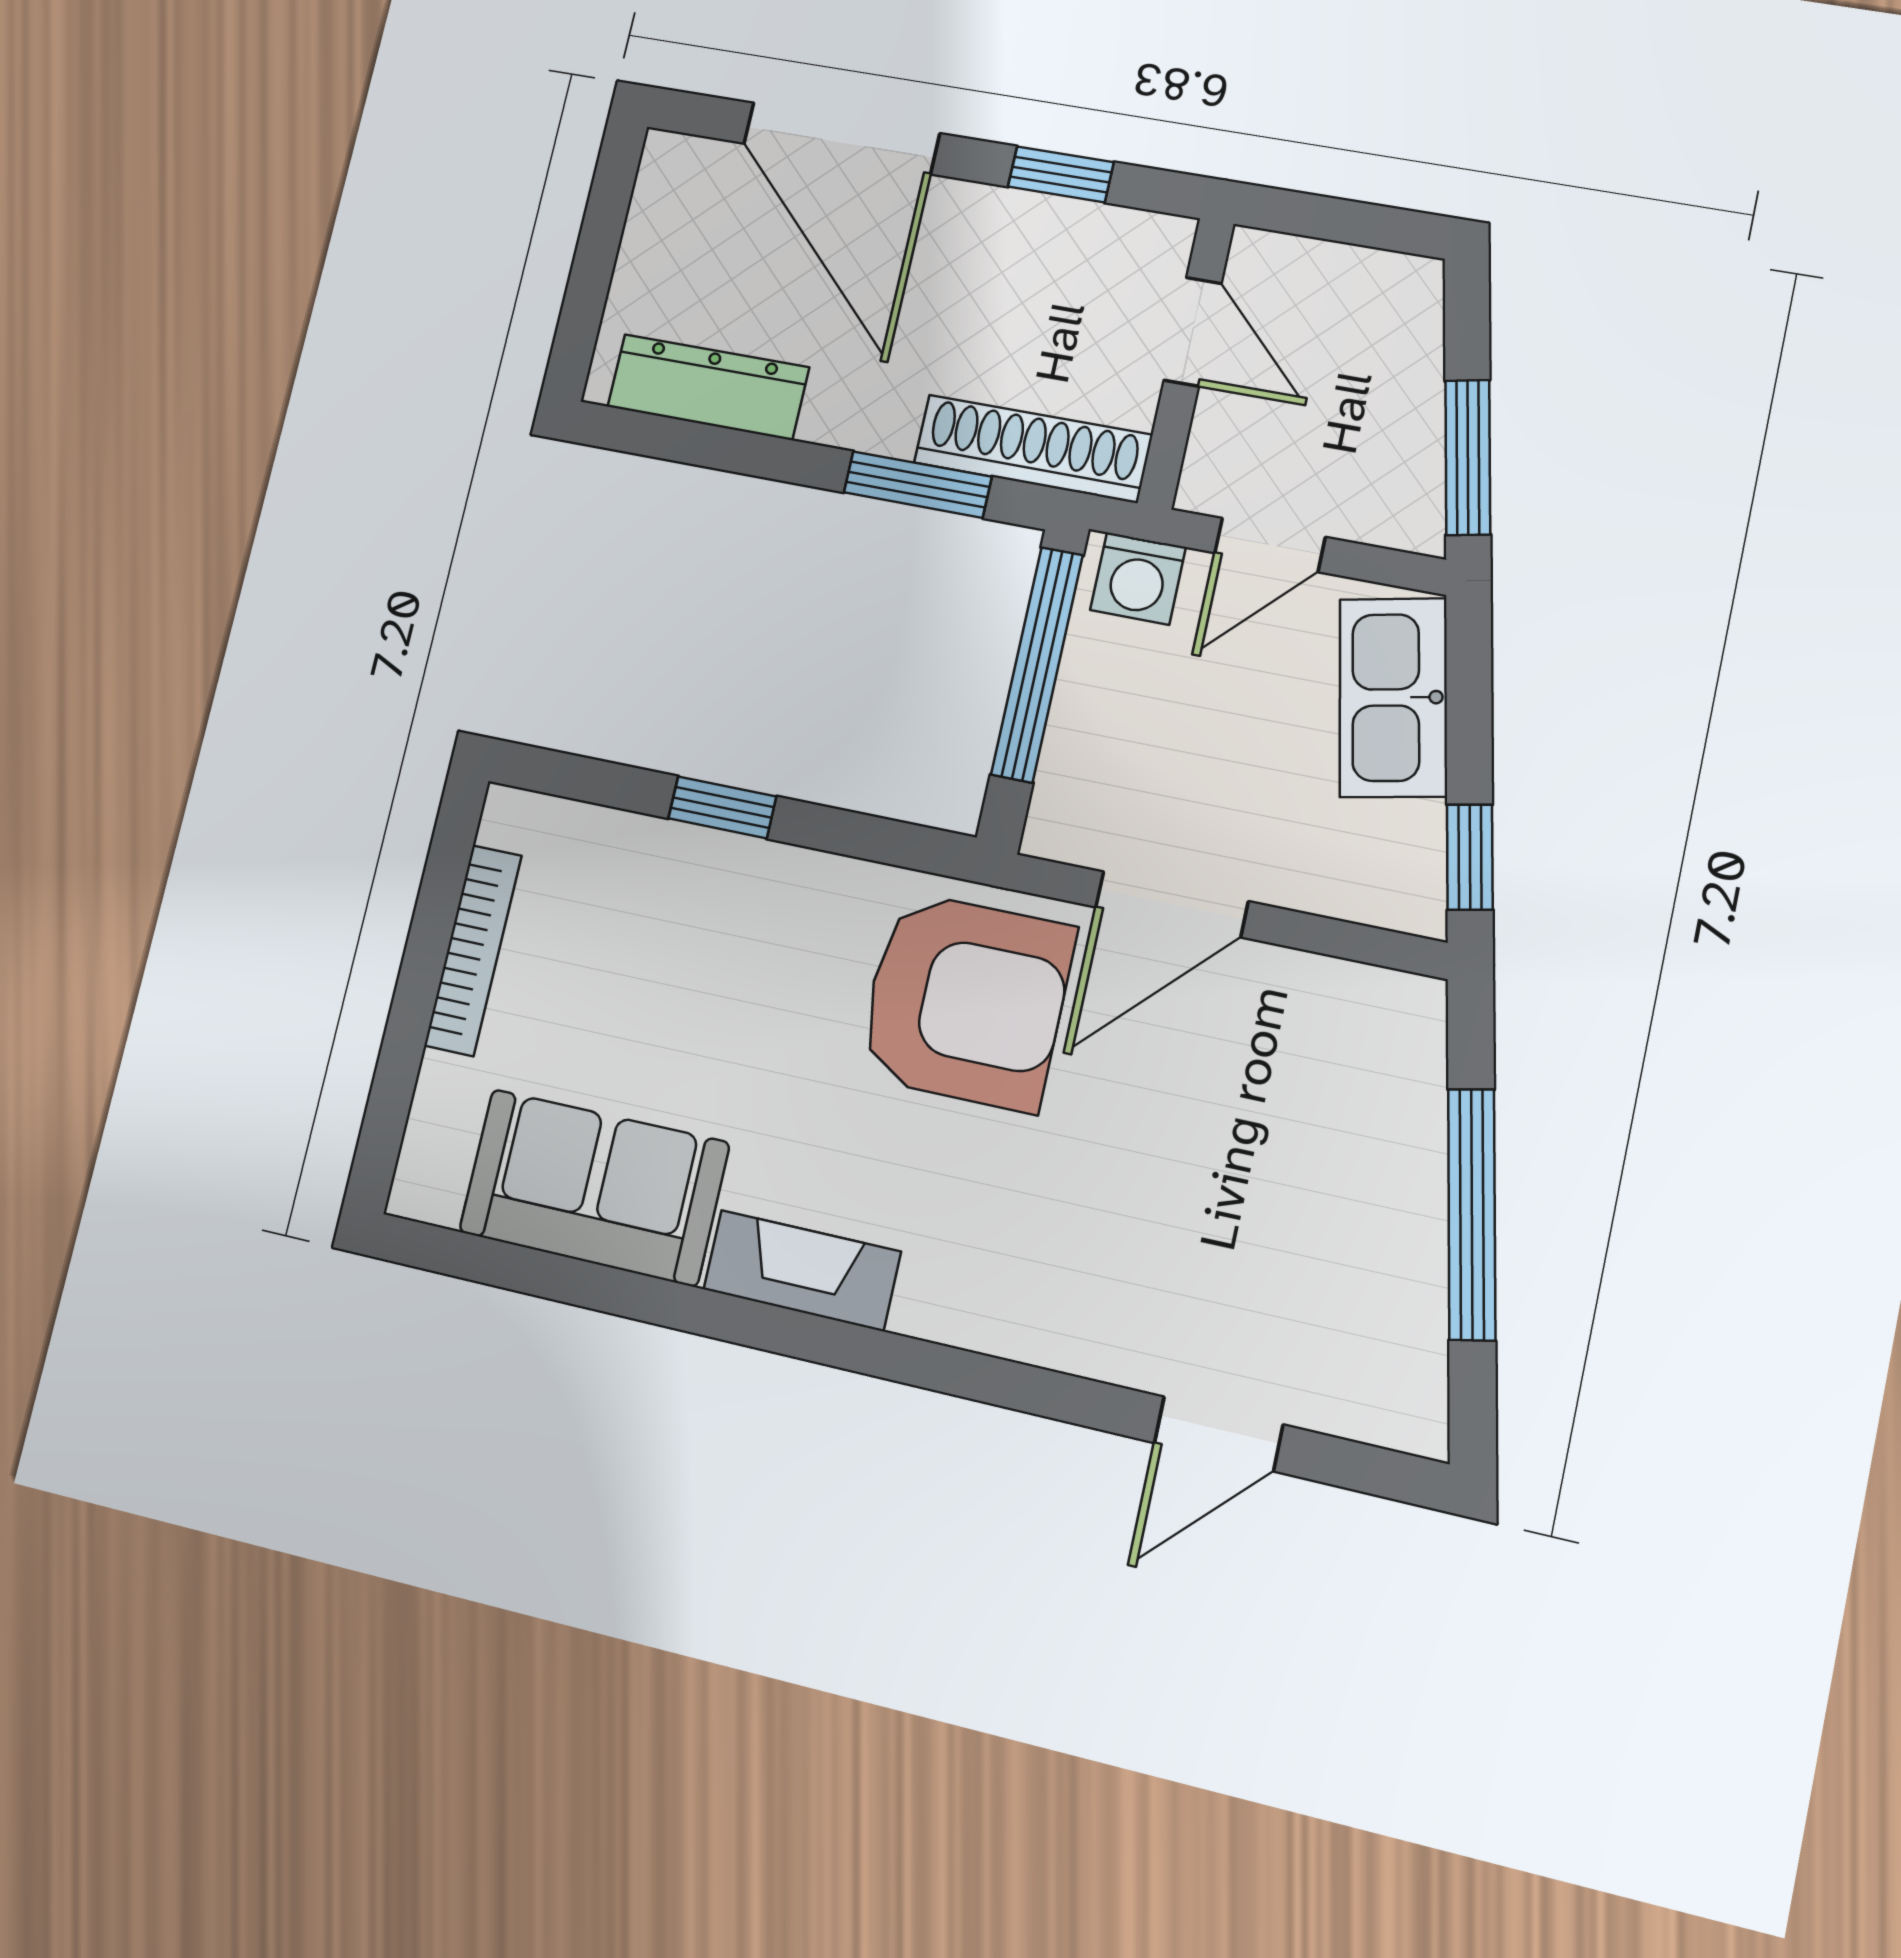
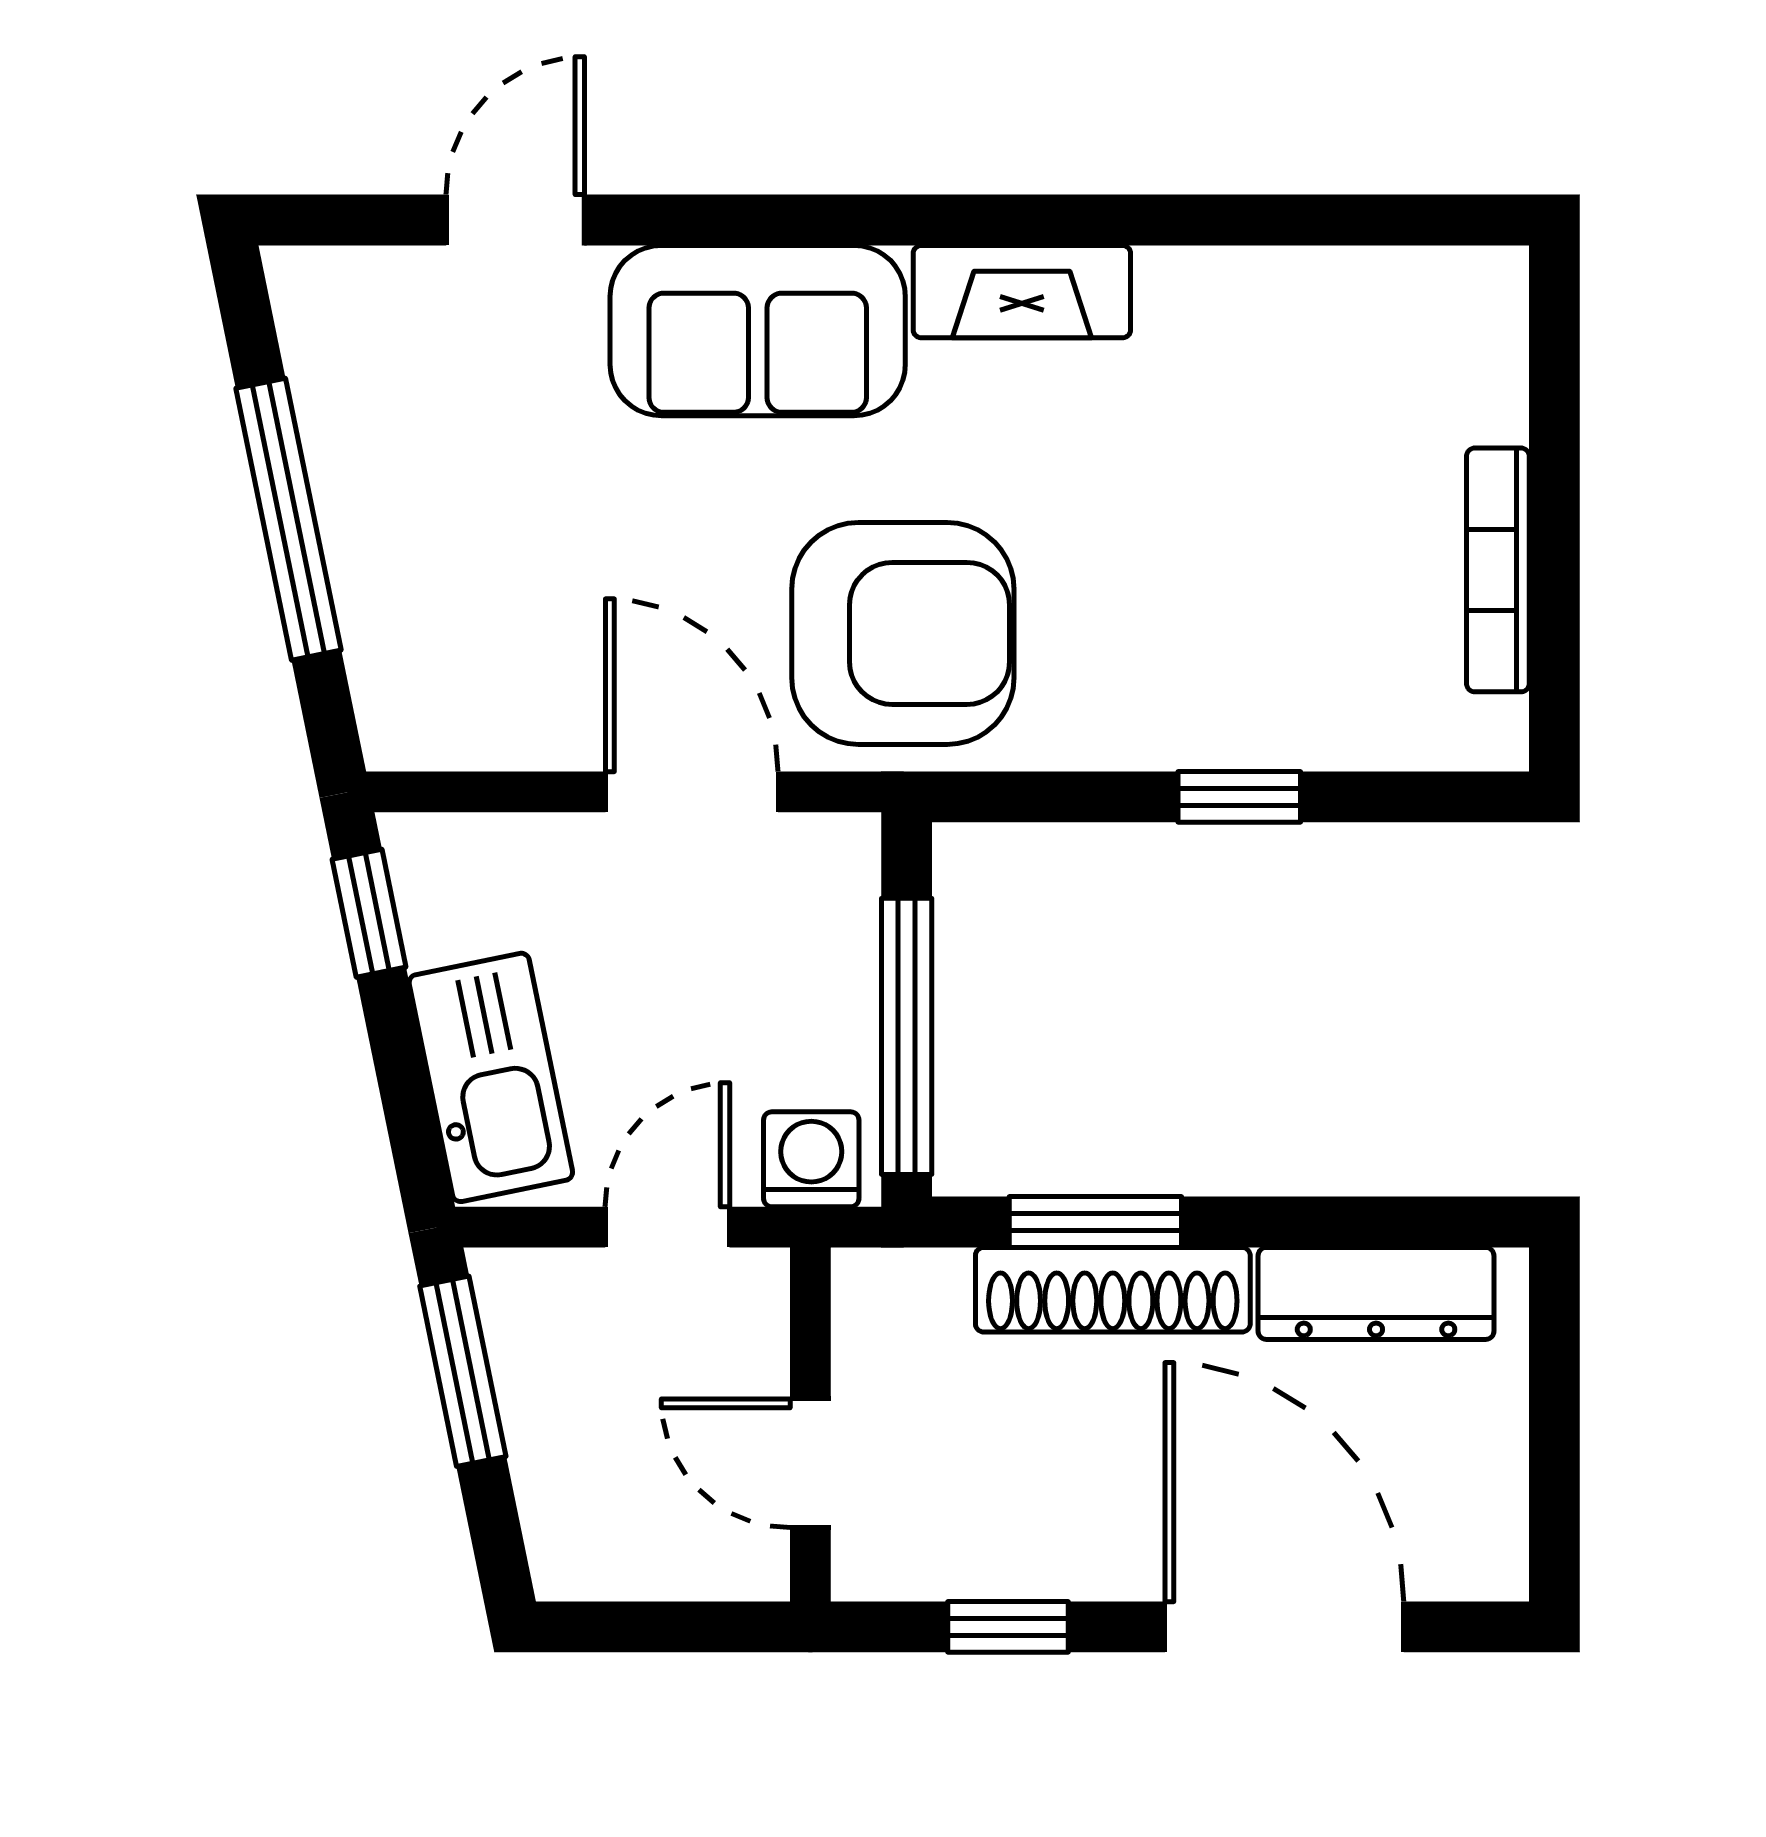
shoe rack: (1033, 449) -> (1113, 1290), moved
door: (1172, 904) -> (692, 792), hinge flipped
armchair: (966, 1001) -> (903, 633), turned 180
sofa: (594, 1187) -> (758, 331), moved

